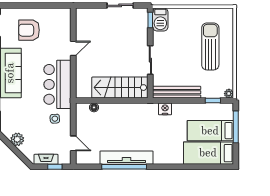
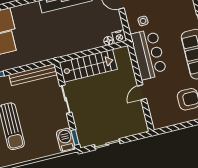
nightstand: (165, 109) -> (119, 37), moved

